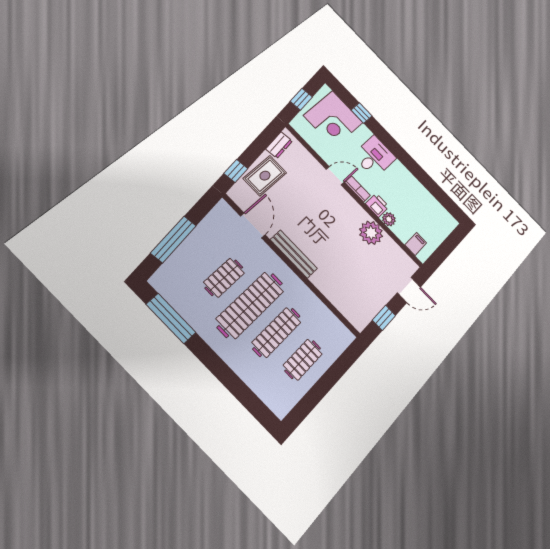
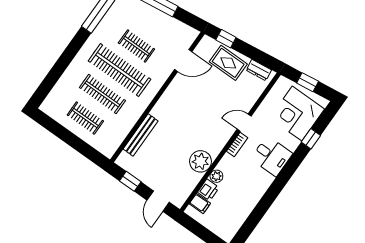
door: (335, 176) -> (244, 123), swing flipped
printer: (377, 205) -> (208, 190), moved
bench: (294, 254) -> (141, 135), moved

